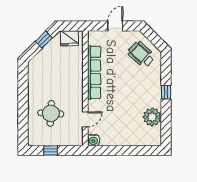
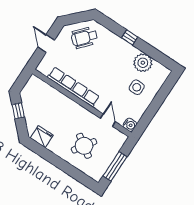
fridge: (69, 38) -> (42, 137), moved, turned -90
round table: (51, 113) -> (84, 146), turned 31
side table: (128, 125) -> (137, 87), added
window: (51, 150) -> (115, 166), width x2.17

